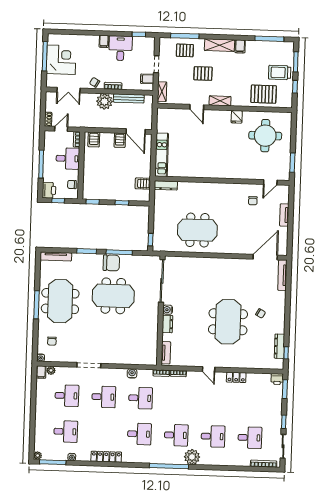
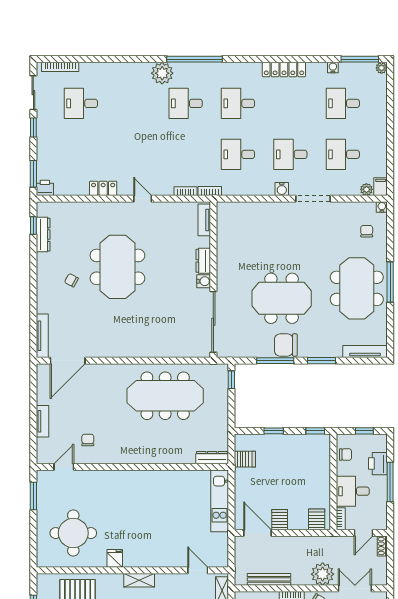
plant: (104, 101) -> (323, 574), moved
door: (197, 107) -> (198, 570), moved
printer: (49, 190) -> (378, 464), moved
meeting table: (197, 230) -> (165, 396), width x1.36
water cooler: (132, 373) -> (282, 189), moved
desk: (213, 436) -> (133, 103), removed

